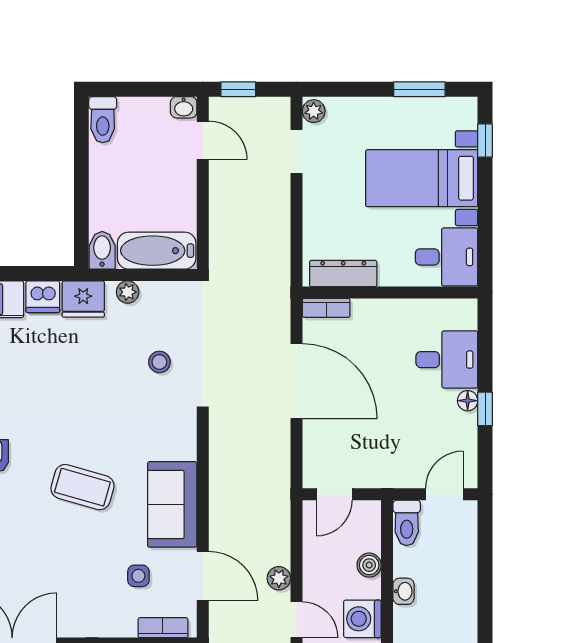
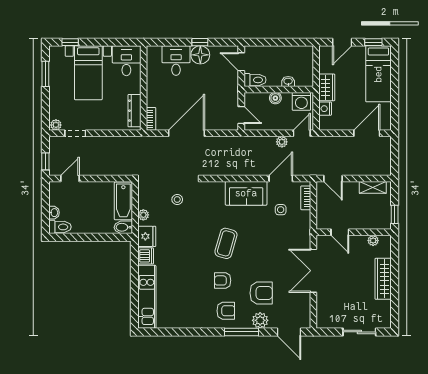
washbasin: (184, 107) -> (54, 213), moved
floor lamp: (468, 401) -> (200, 55), width x1.89, depth x1.89
coffee table: (82, 487) -> (226, 243), moved

